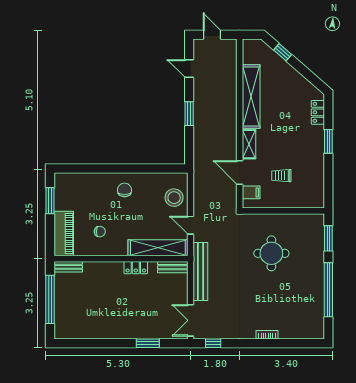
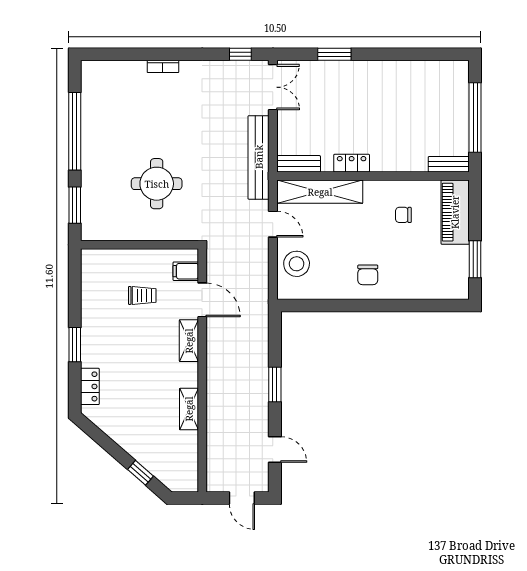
shelving: (251, 97) -> (189, 409), width x0.45, depth x0.75

